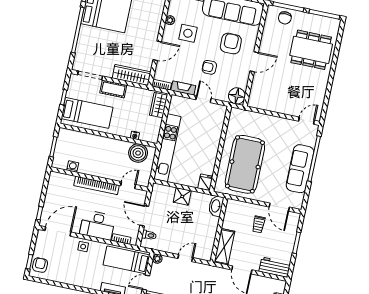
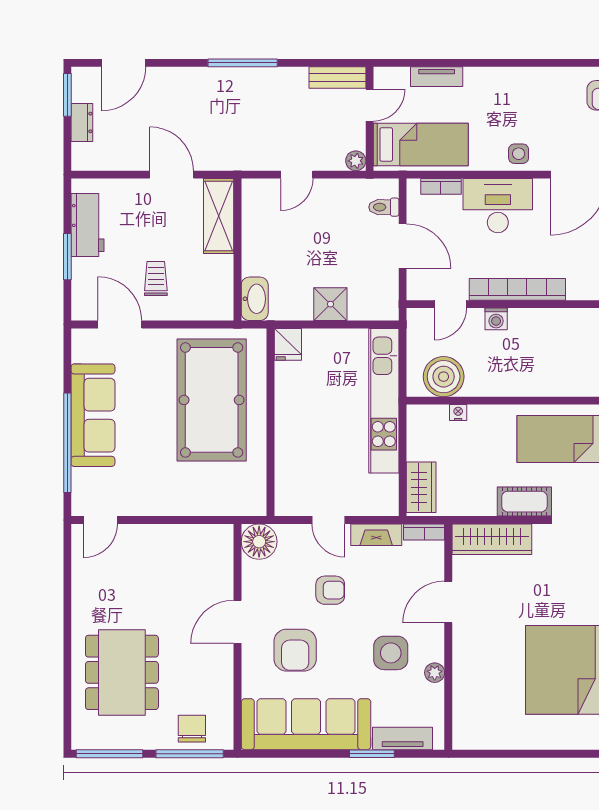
dining table: (311, 50) -> (122, 672), turned 90
washing machine: (73, 167) -> (496, 319), moved
workbench: (275, 267) -> (88, 225), moved, turned -90

